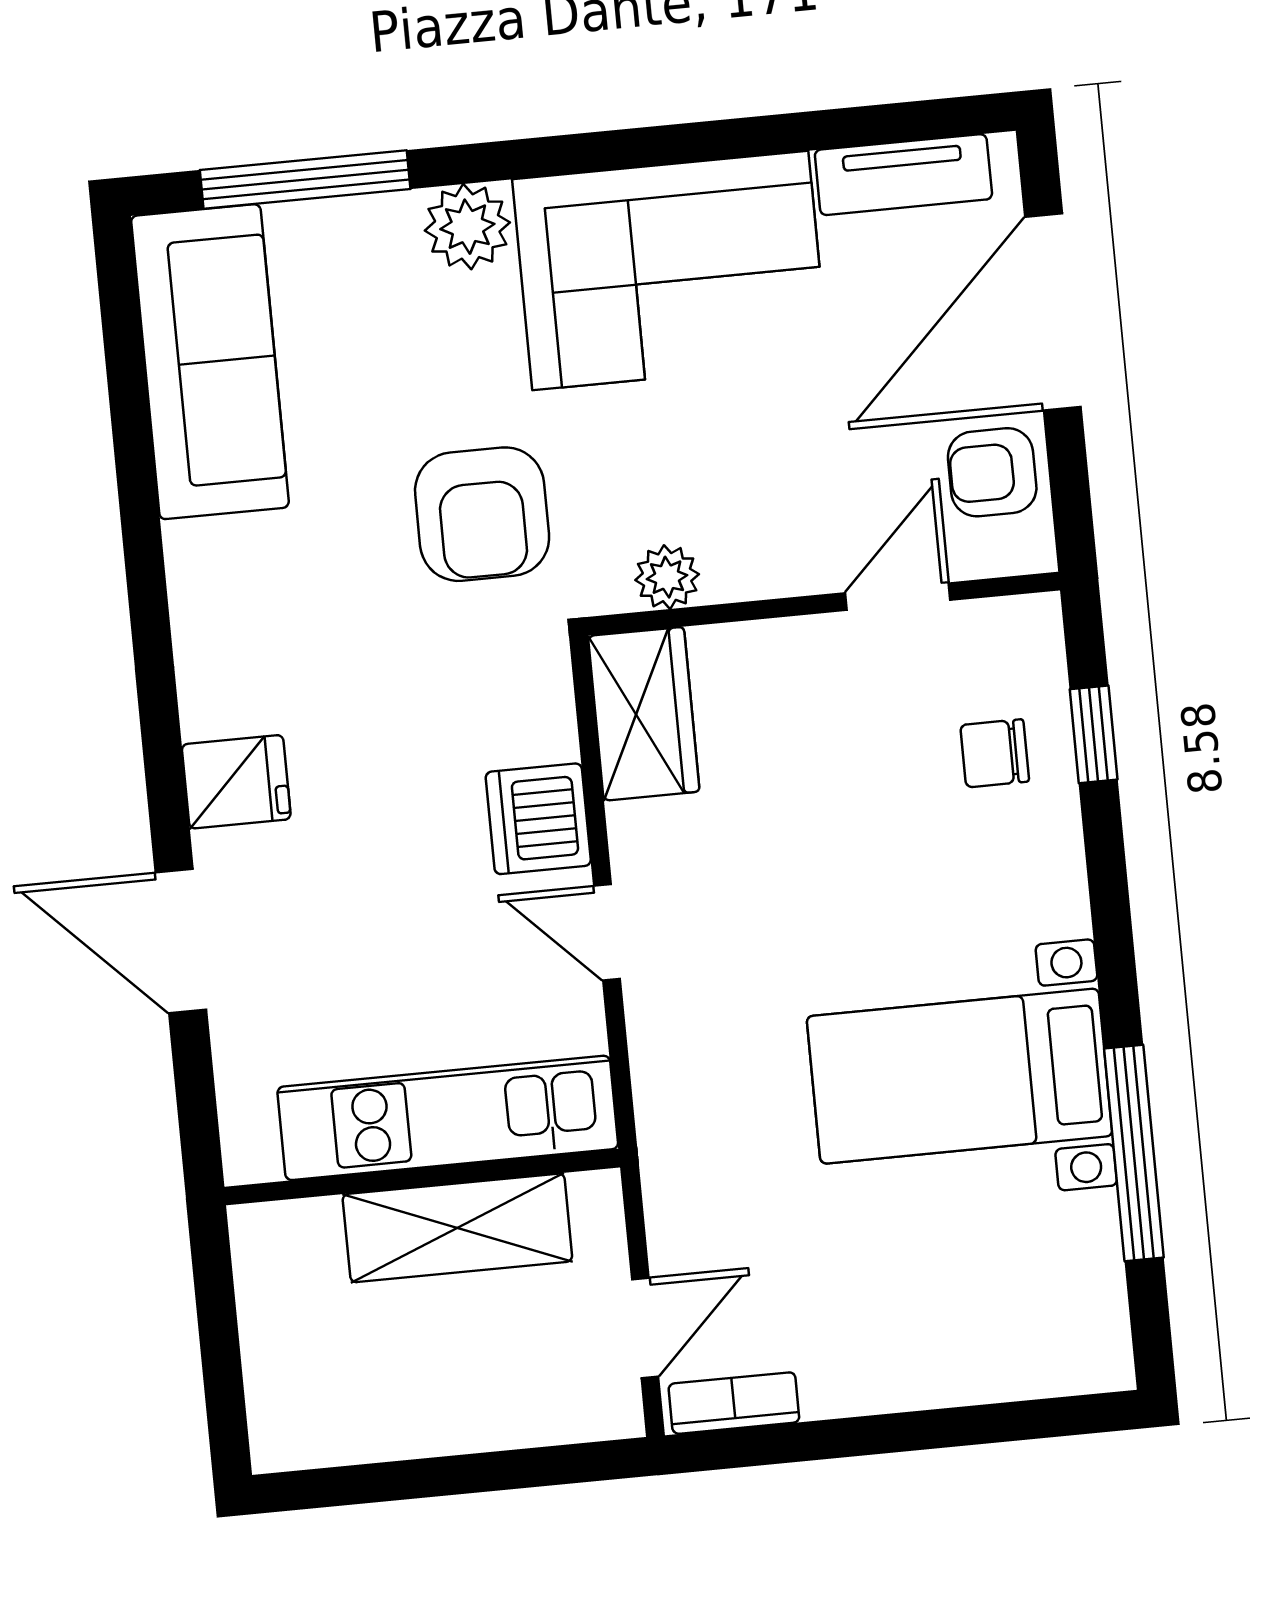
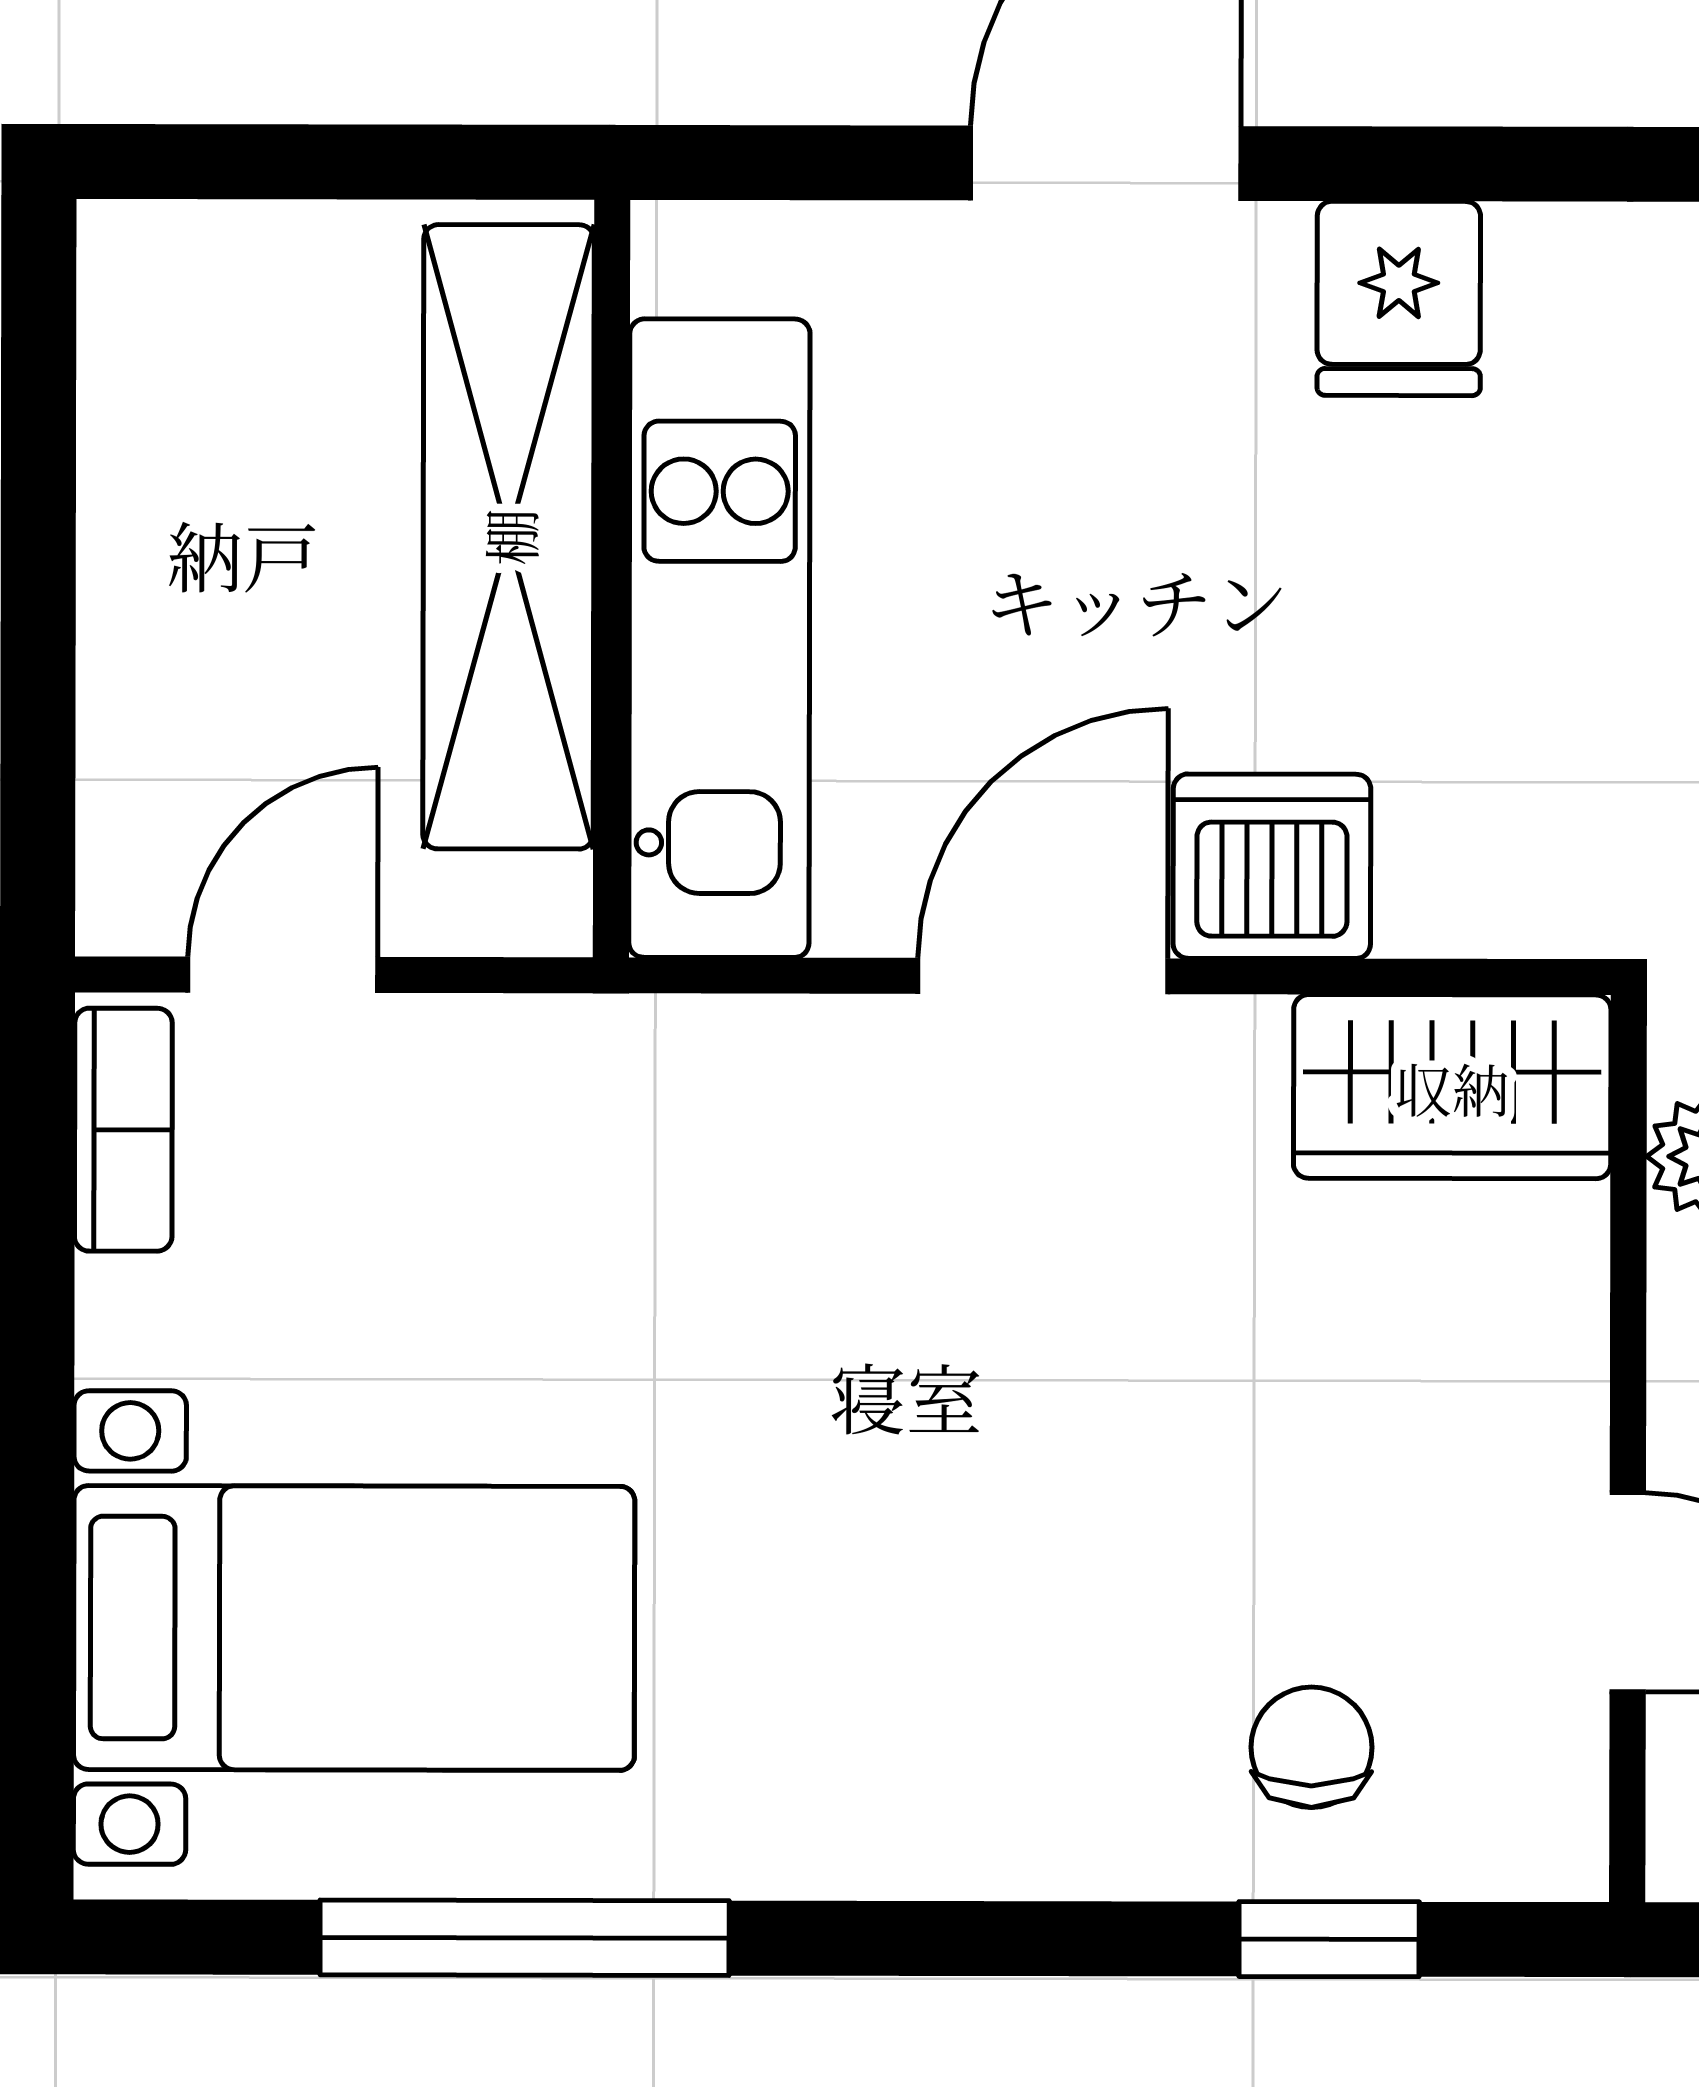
door: (607, 932) -> (1043, 976), width x1.38
bed with nightstands: (960, 1076) -> (354, 1628), moved, turned 90
shelving: (457, 1228) -> (509, 537), width x1.47
door: (645, 1328) -> (283, 975), swing flipped

